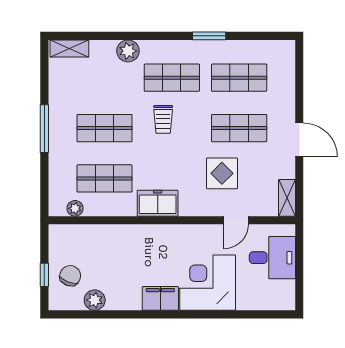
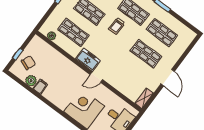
display table: (222, 173) -> (125, 67), removed
door: (236, 220) -> (96, 77), moved
filing cabinet: (160, 298) -> (40, 87), moved, width x0.50

